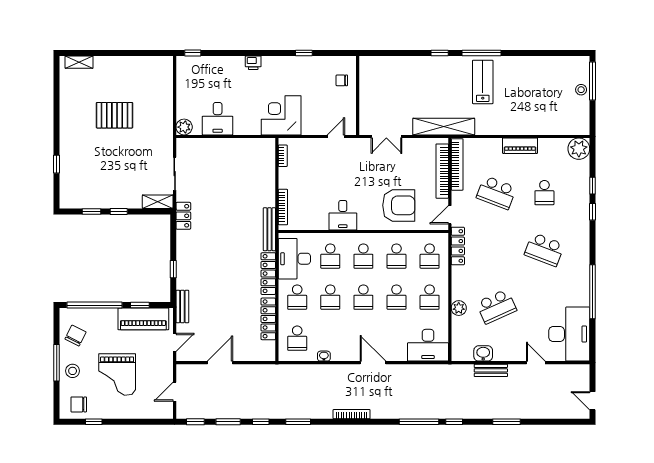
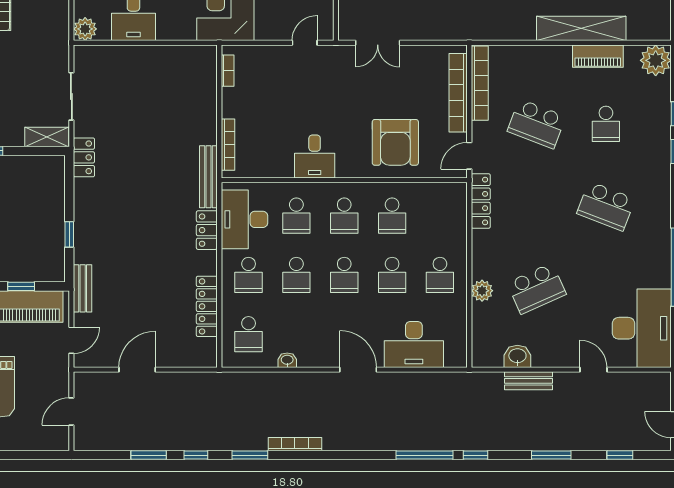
shelving: (444, 127) -> (581, 28), moved
piano: (520, 146) -> (598, 56), moved
armchair: (399, 205) -> (395, 142), turned 90
school desk: (430, 256) -> (440, 216), removed
locker: (268, 274) -> (207, 230), width x0.66
desk: (428, 345) -> (414, 344), moved
bookcase: (352, 414) -> (295, 444), moved
window: (195, 422) -> (620, 455), moved

